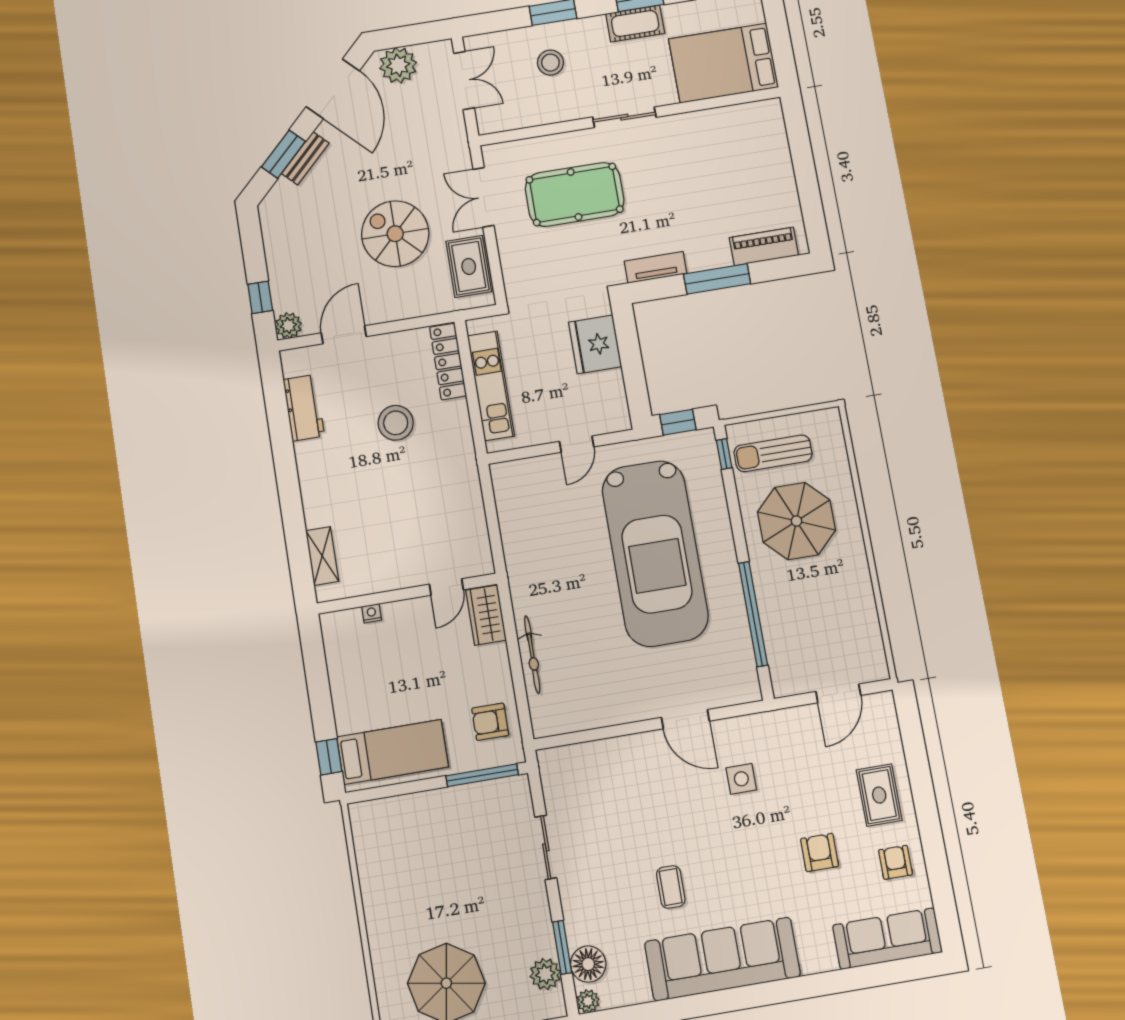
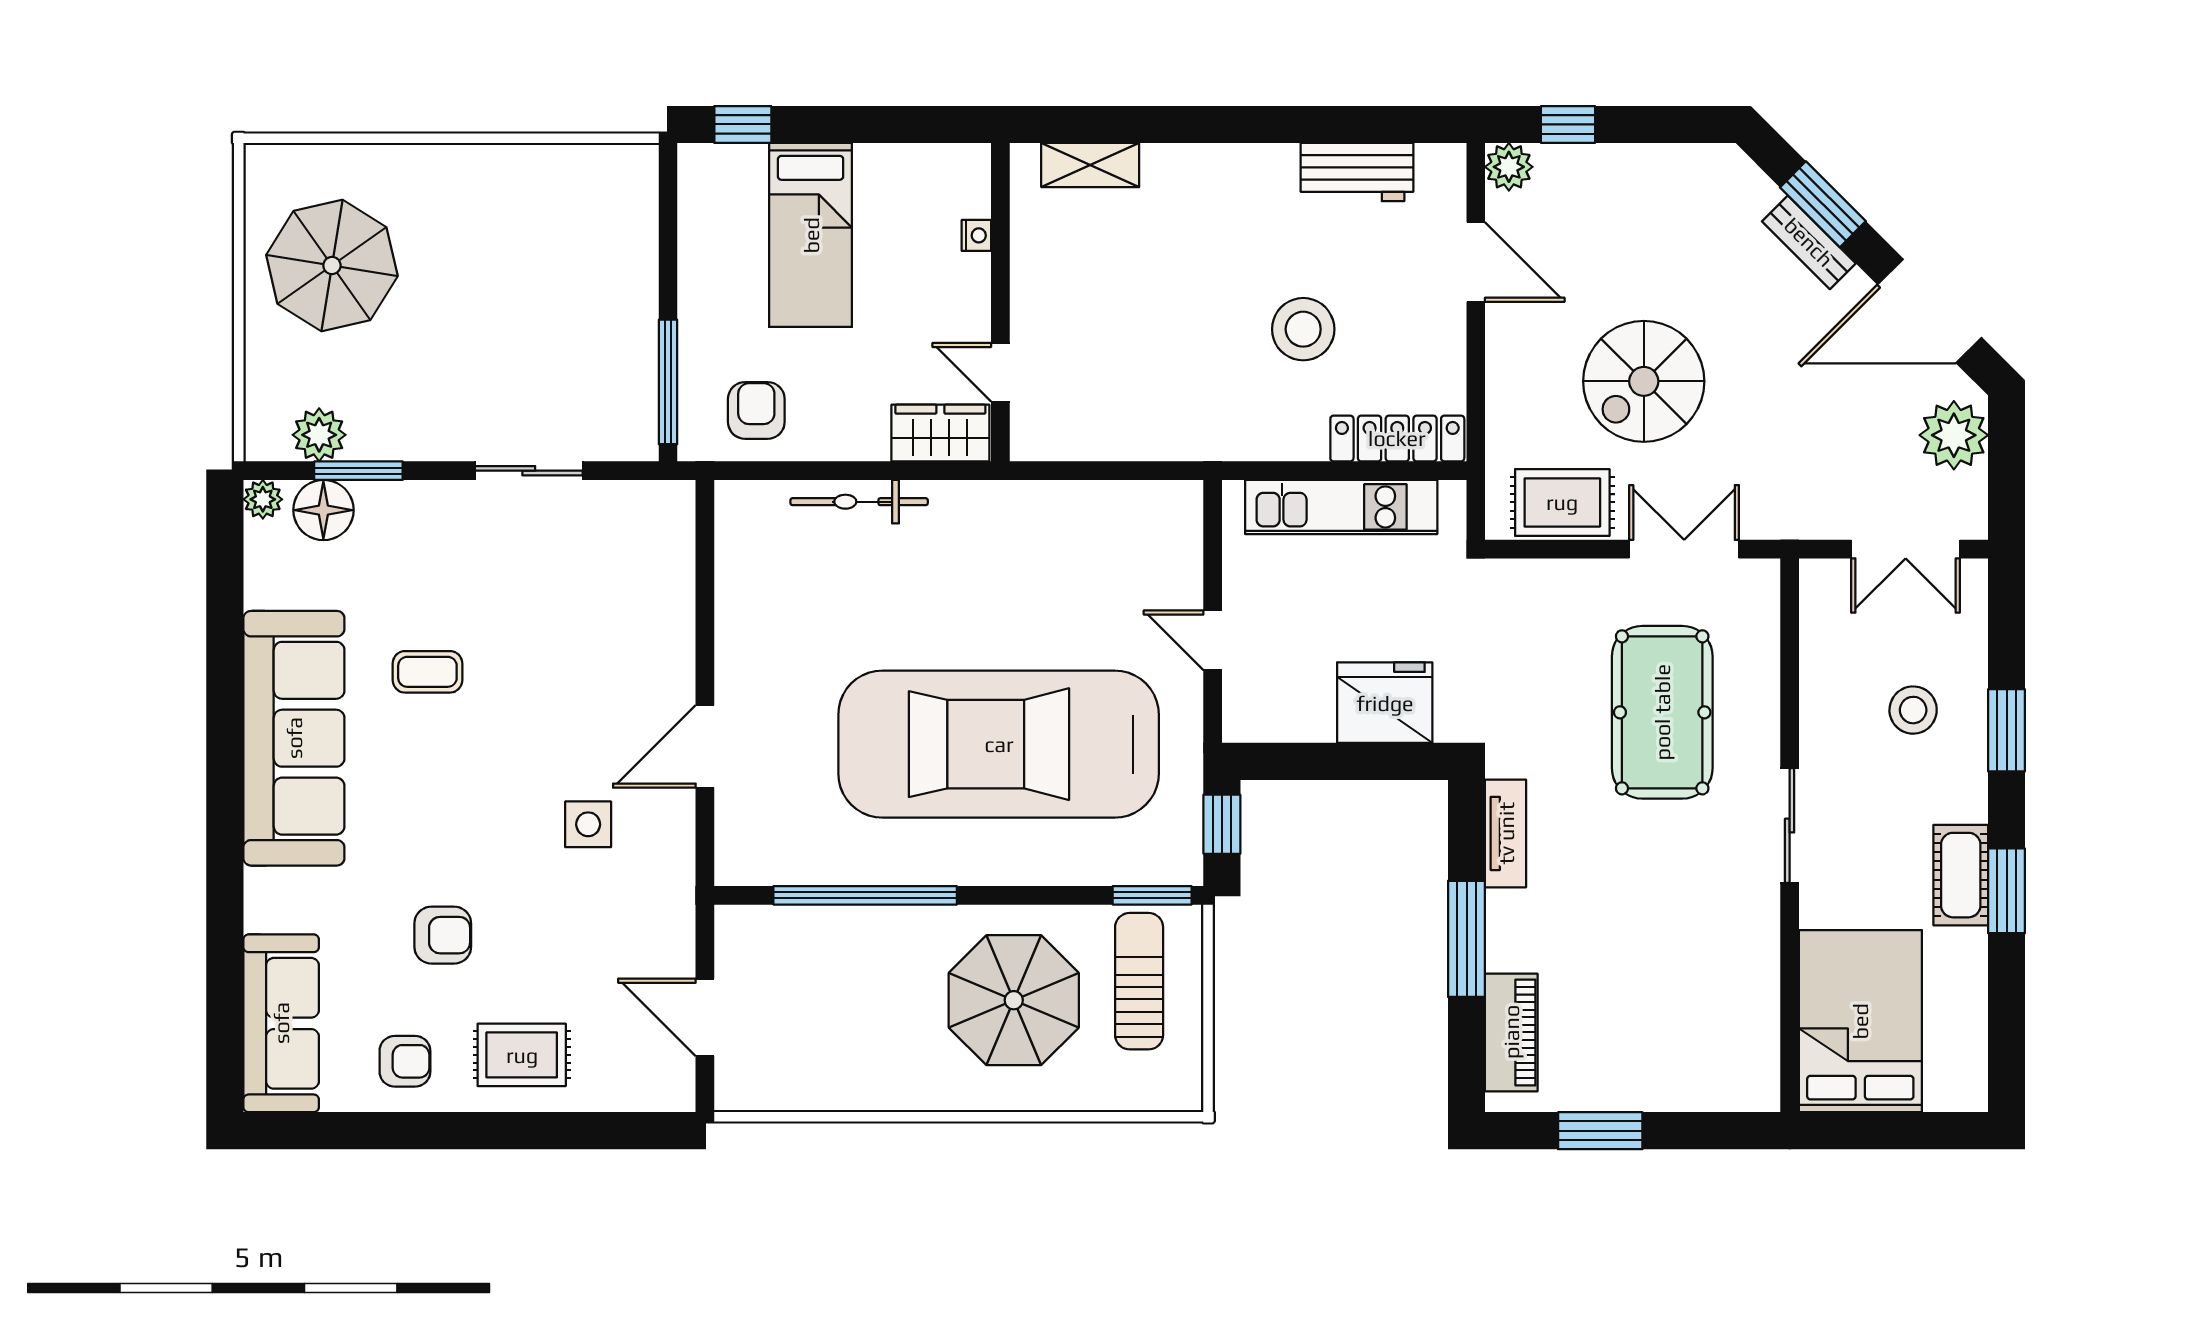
window: (809, 190) -> (1600, 1131), added
spiral stairs: (395, 234) -> (1644, 381), turned 180
window: (724, 454) -> (1152, 895), width x1.50
bed: (393, 752) -> (811, 235), moved

